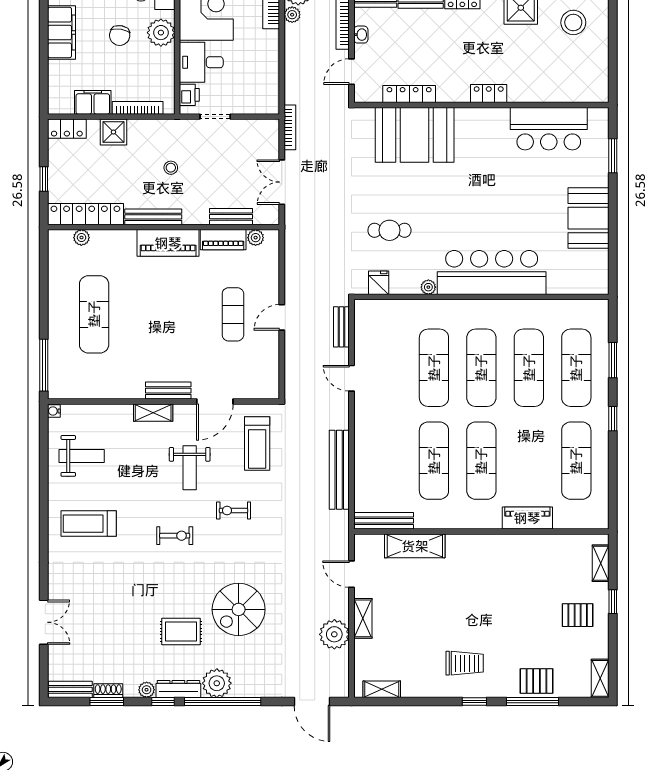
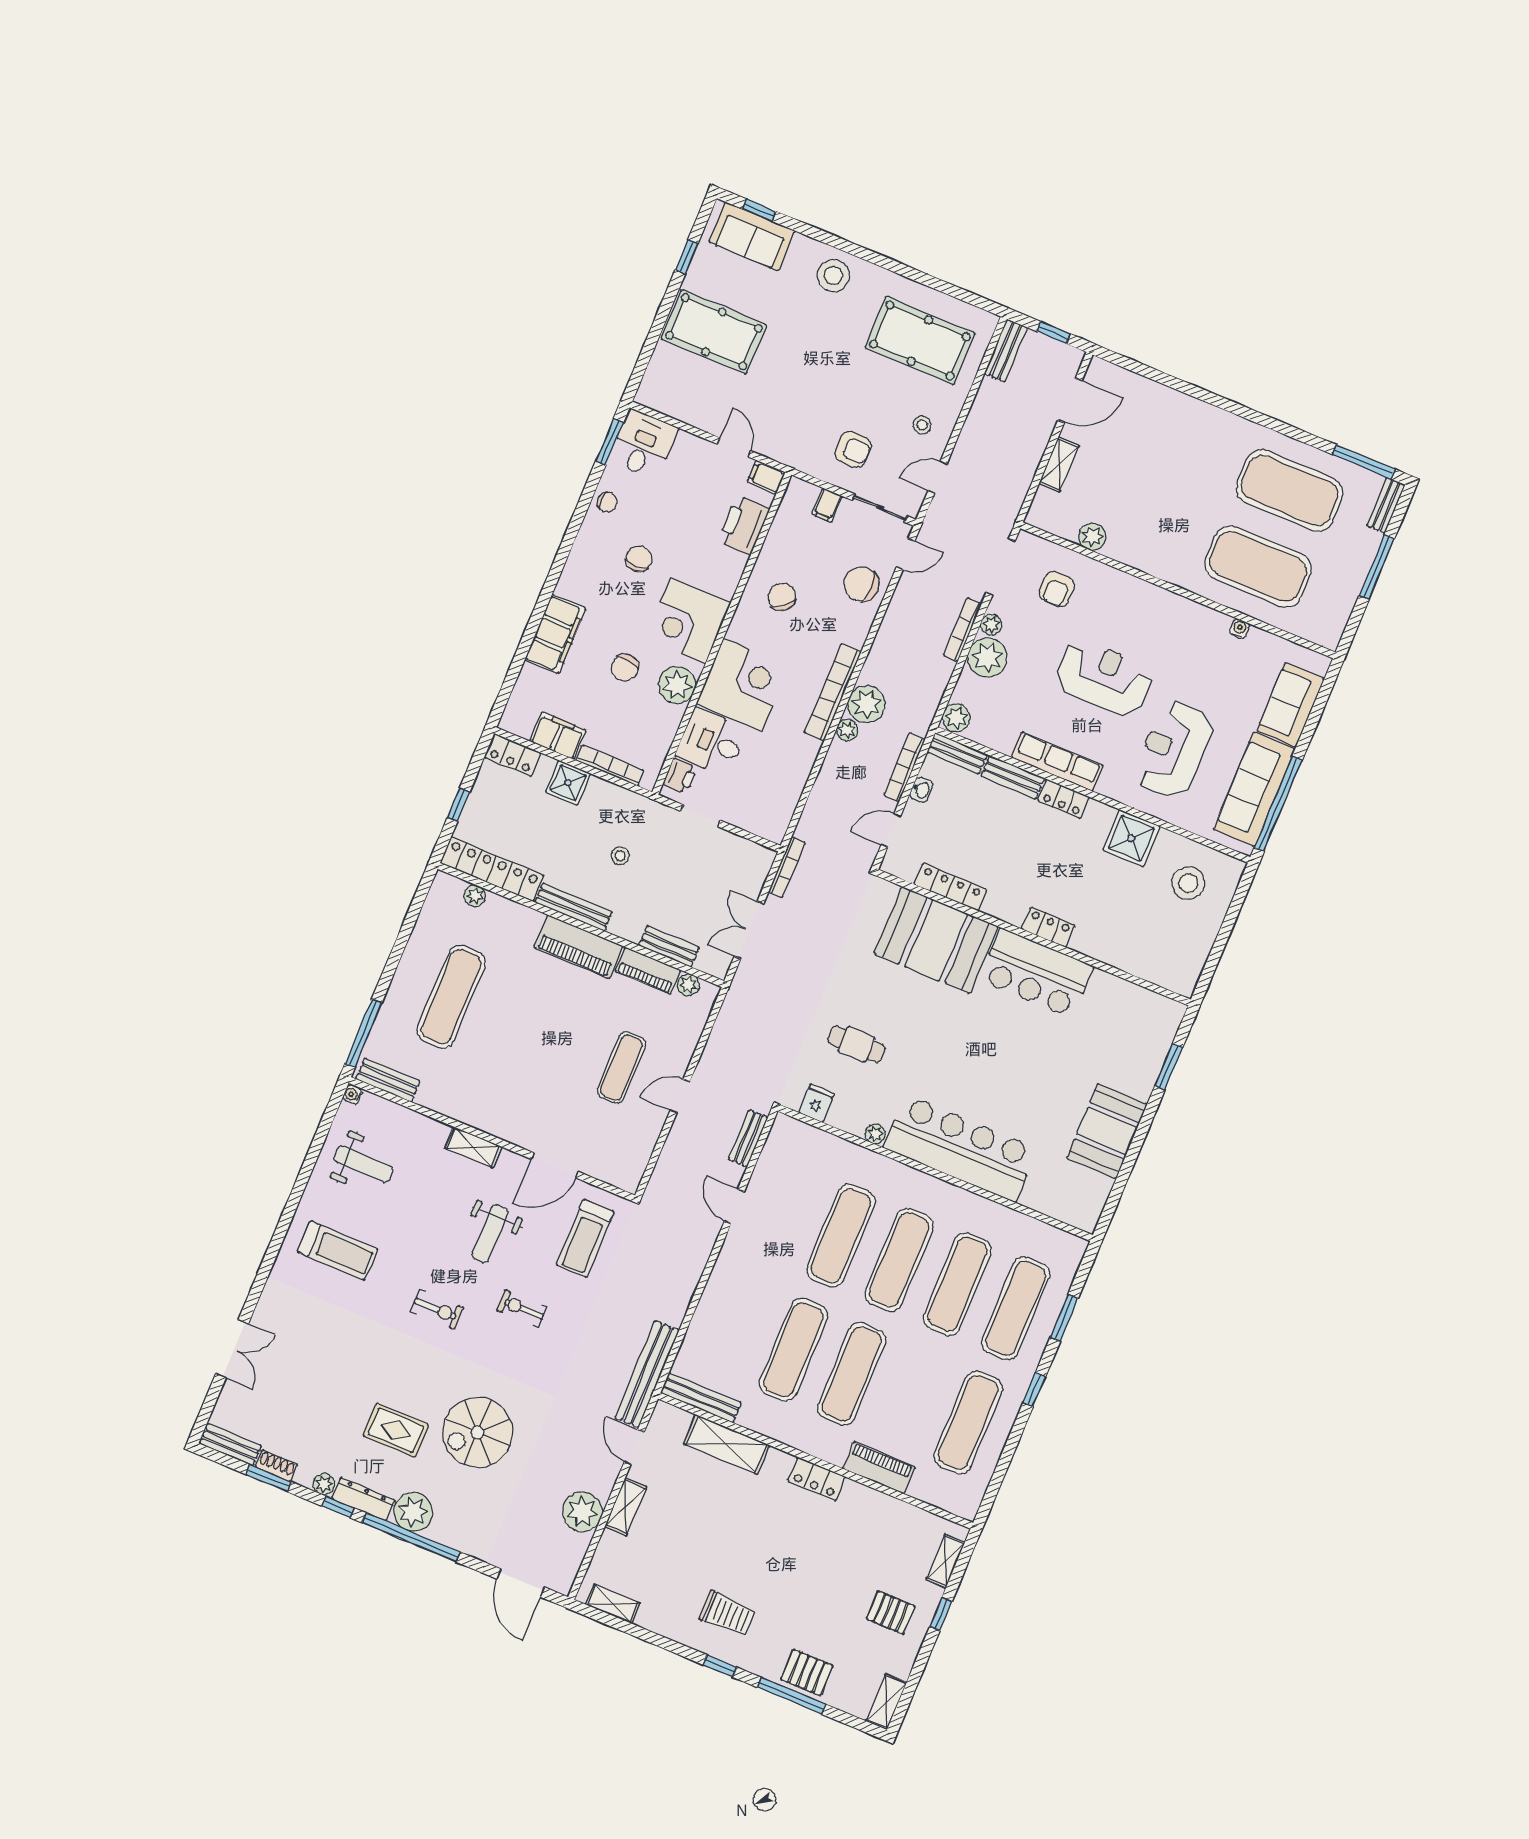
bar counter: (549, 129) -> (1036, 973), moved
bench: (168, 391) -> (388, 1080), moved
bench: (339, 470) -> (647, 1374), moved
treadmill: (89, 524) -> (338, 1251), turned 180
locker: (488, 544) -> (817, 1479), added

